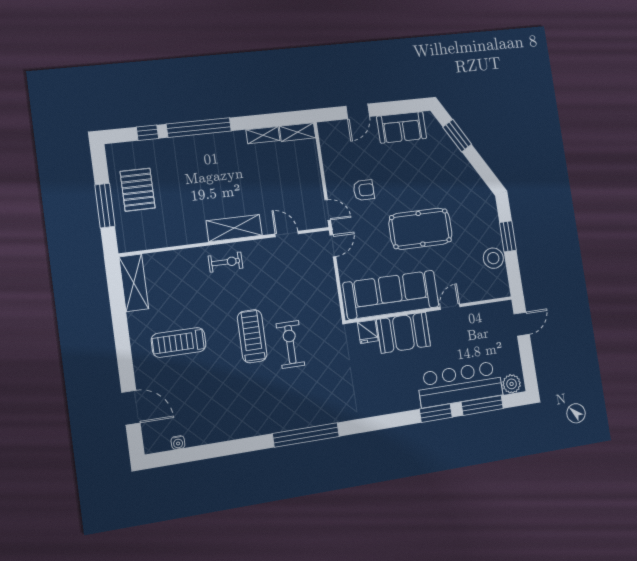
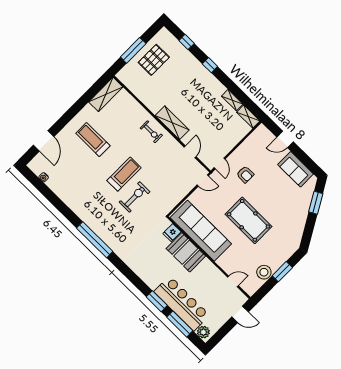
window: (199, 128) -> (210, 65), width x0.32
door: (450, 307) -> (233, 281), moved

